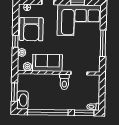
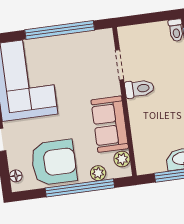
window: (15, 41) -> (80, 188), width x3.17
window: (103, 43) -> (60, 30), width x1.46

